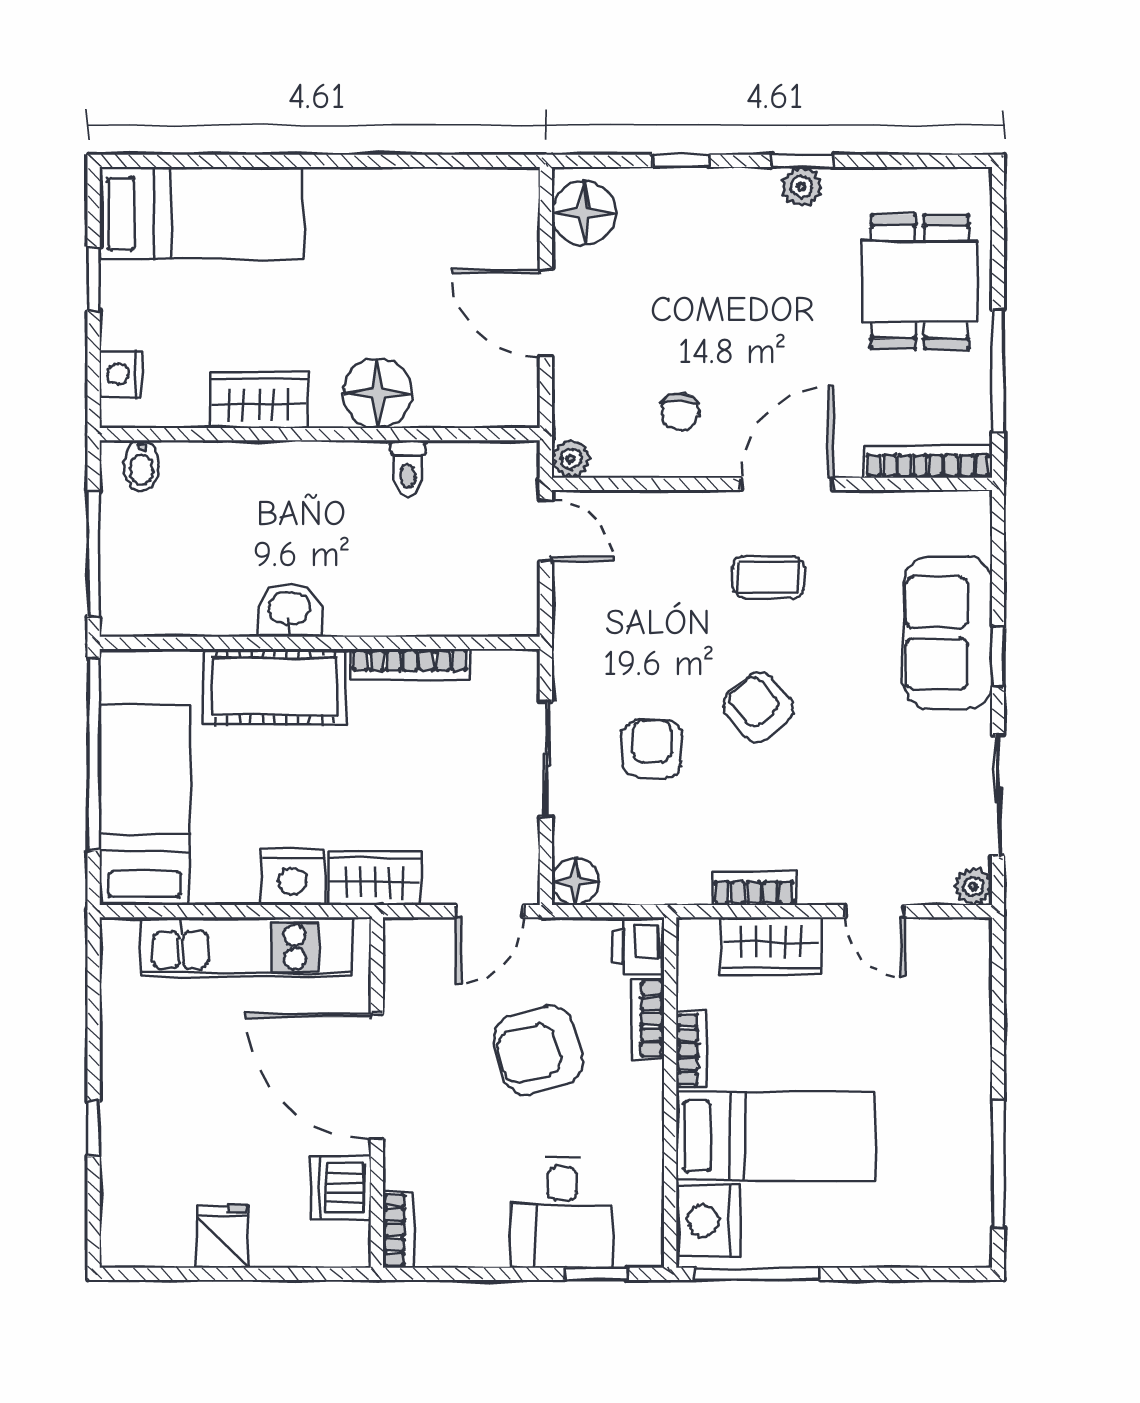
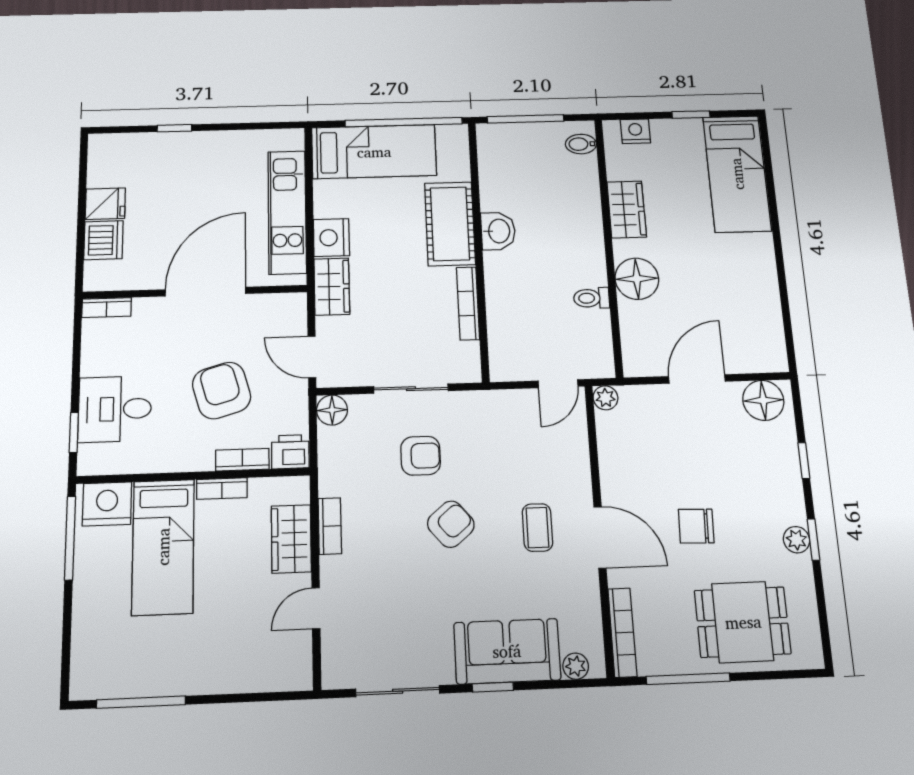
chair: (680, 412) -> (696, 526), moved, width x1.37, depth x1.37
plant: (973, 887) -> (576, 666), moved
dishwasher: (341, 1188) -> (103, 240), moved, turned 90

